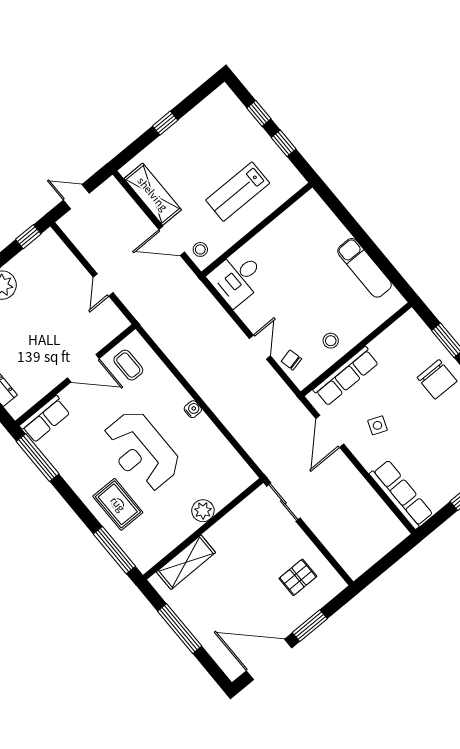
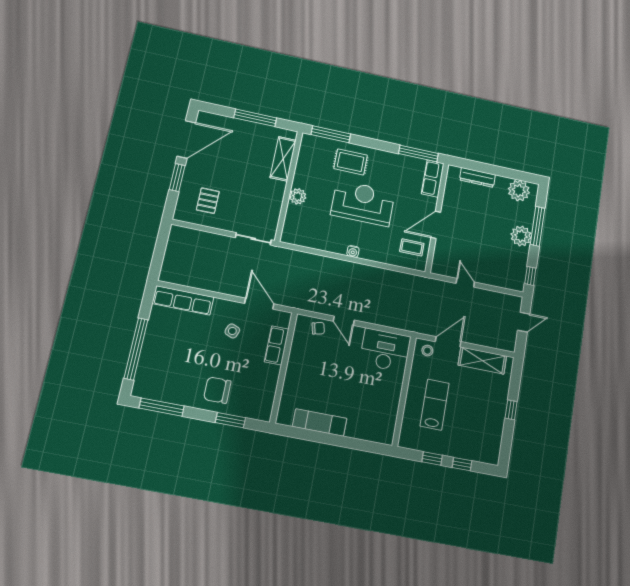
desk: (237, 278) -> (385, 350), width x1.37
stool: (331, 341) -> (304, 360), removed
row of seats: (346, 376) -> (277, 345), width x0.68

